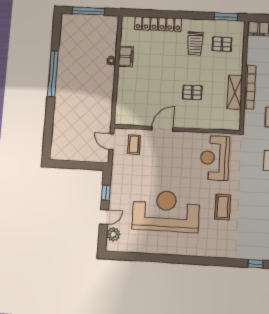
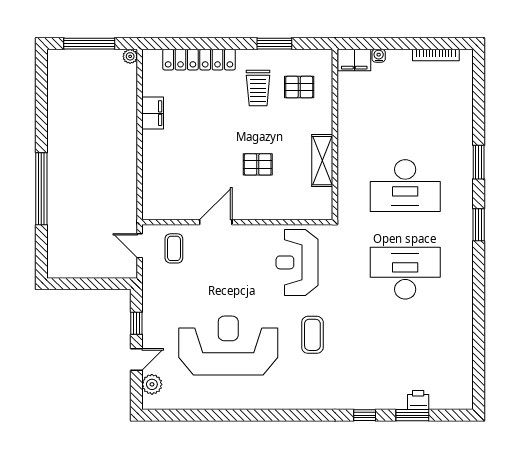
window: (226, 17) -> (274, 44), moved
plant: (111, 61) -> (130, 56), moved
window: (53, 74) -> (41, 189), moved
bookcase: (250, 87) -> (345, 152), removed

